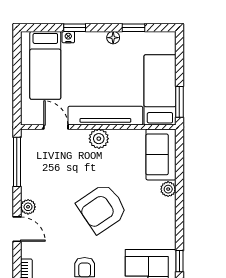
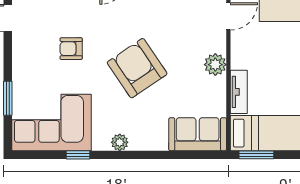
tv unit: (105, 116) -> (239, 92), width x0.52, depth x0.78
plant: (168, 189) -> (120, 142), moved

